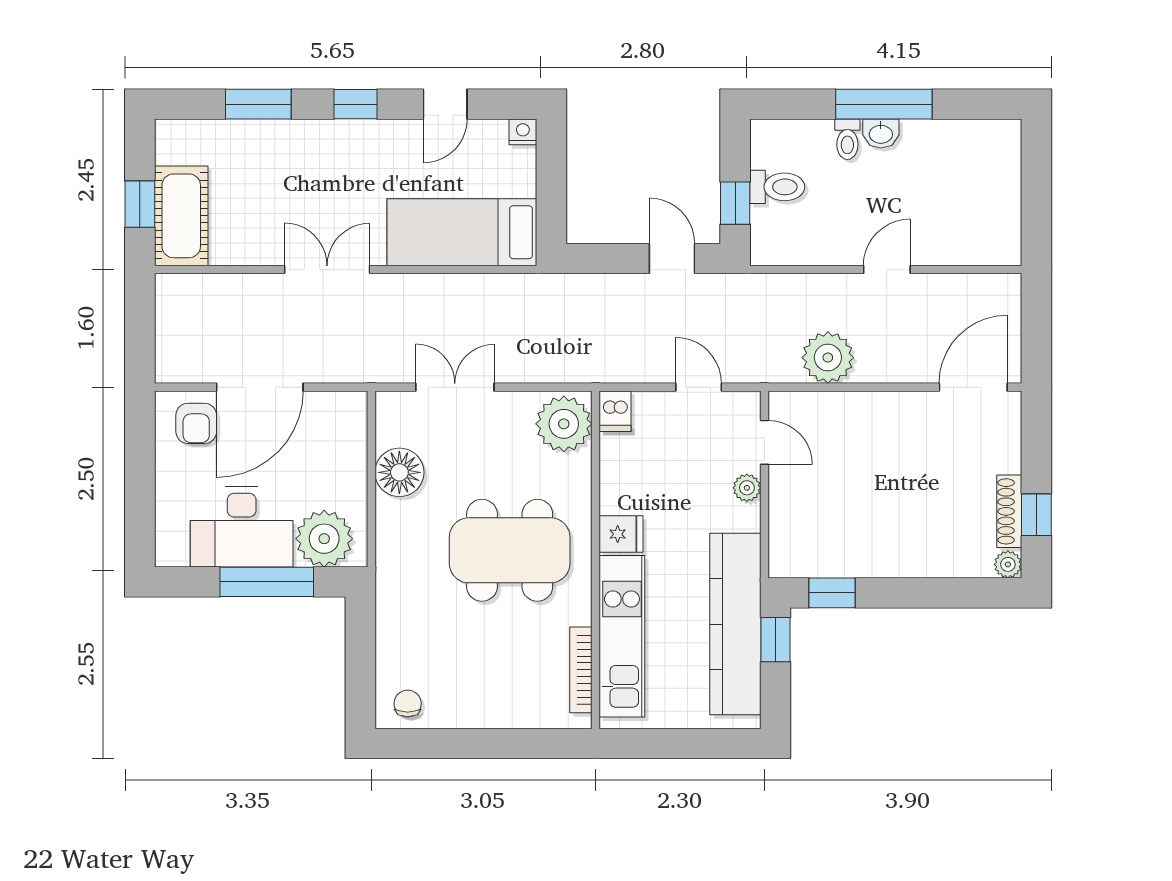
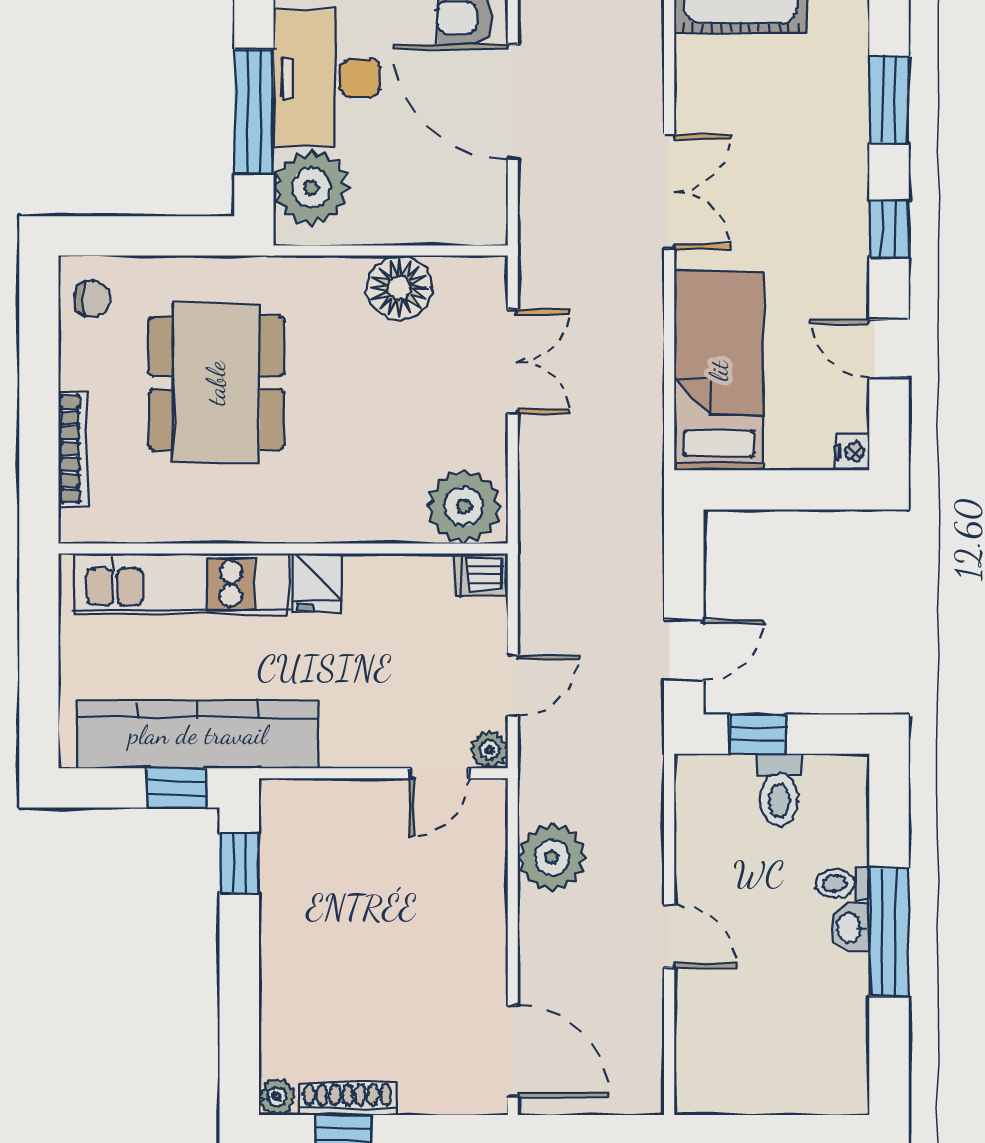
plant: (747, 488) -> (489, 750), moved
dining table: (510, 550) -> (216, 383), moved
bookcase: (581, 670) -> (73, 449), moved, turned 90

